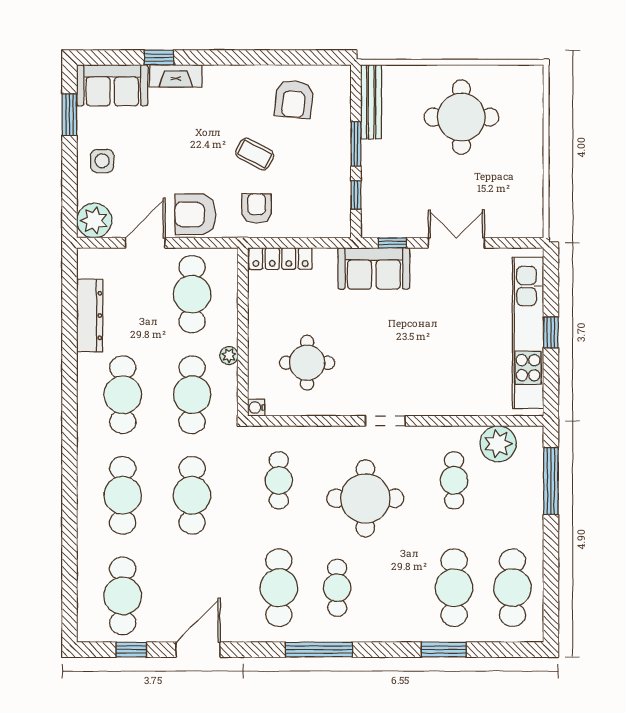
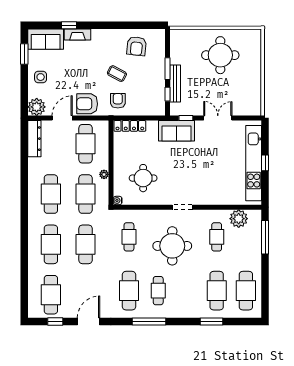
bench: (371, 102) -> (175, 83), moved
dresser: (90, 316) -> (34, 139), moved

